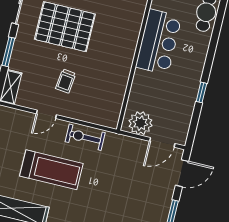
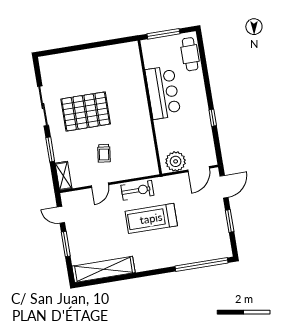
exercise bike: (85, 137) -> (137, 190), turned 180
treadmill: (51, 170) -> (151, 218), moved, turned 180

